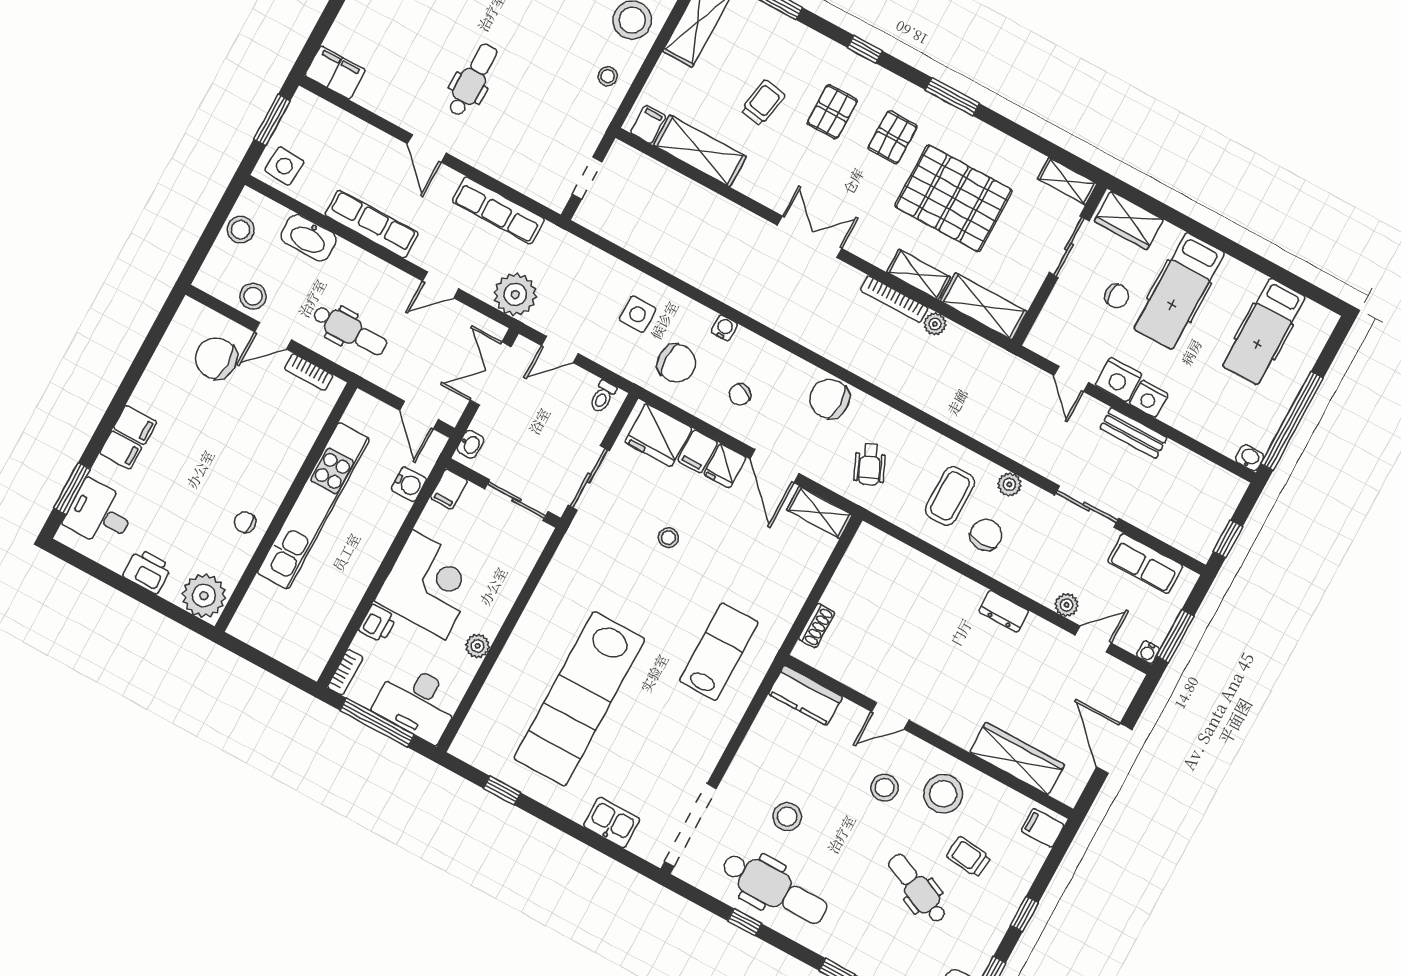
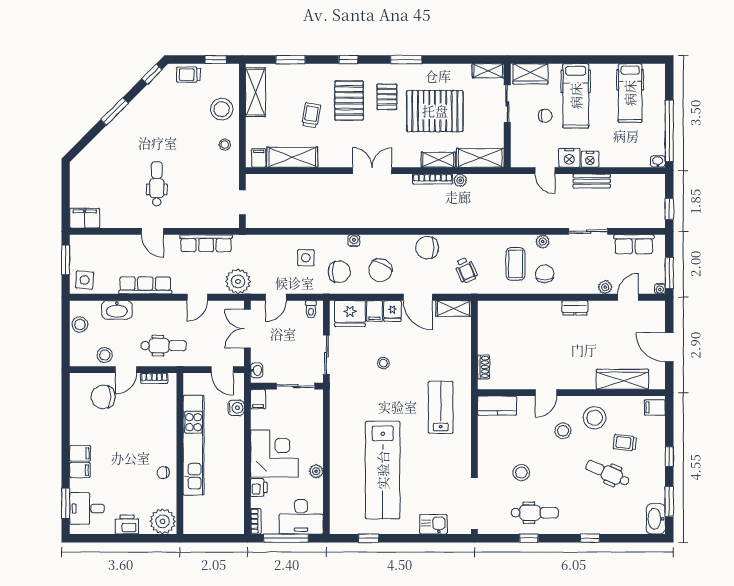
pallet: (832, 112) -> (349, 101), width x1.50, depth x1.42
chair: (740, 394) -> (380, 270), width x1.87, depth x1.87
dental chair: (775, 888) -> (535, 513), width x0.73, depth x0.72

